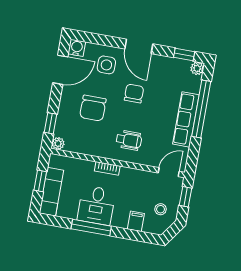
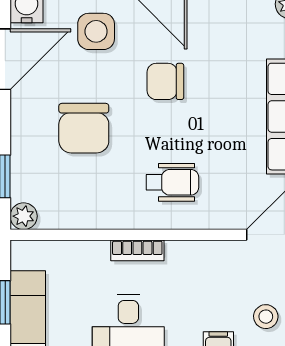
chair: (134, 93) -> (165, 81), turned -90

